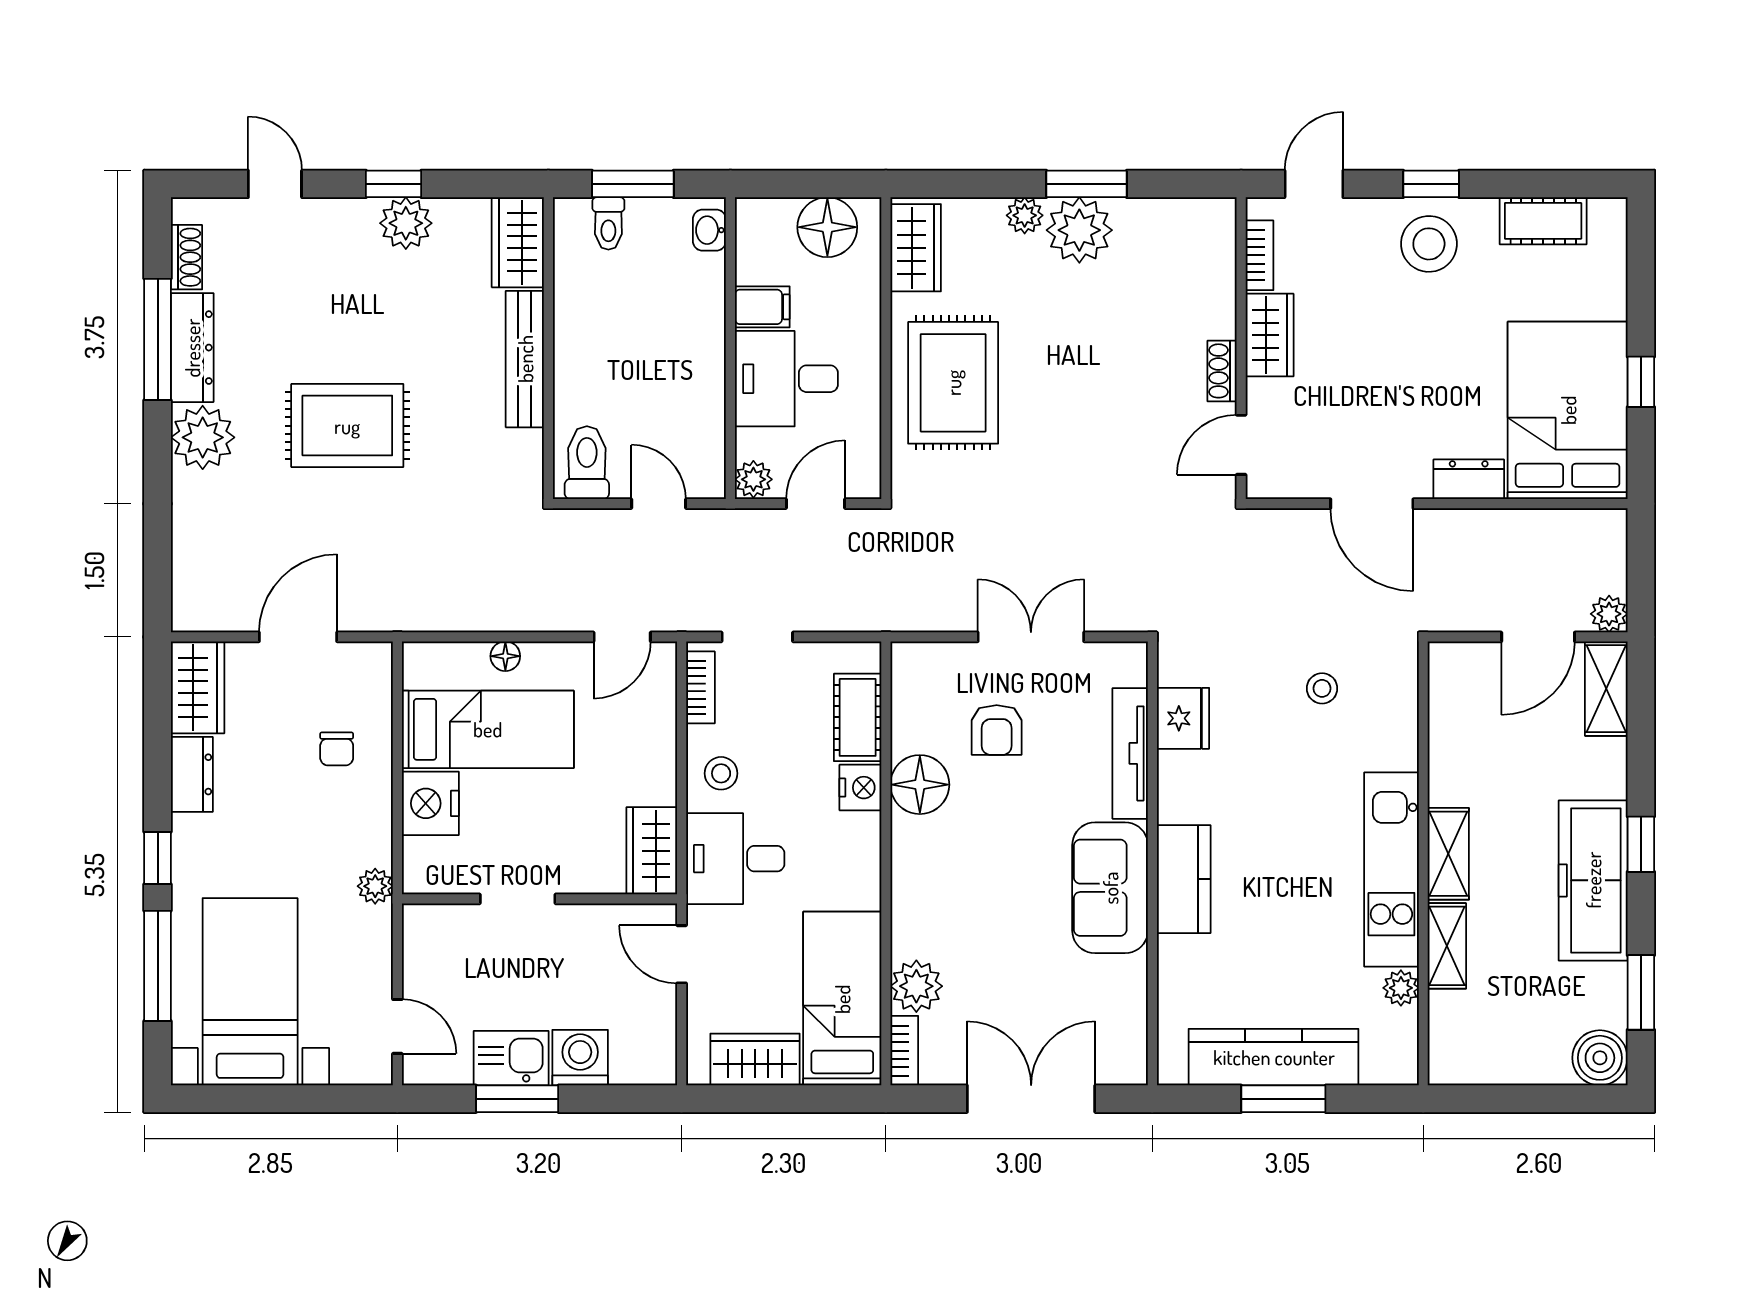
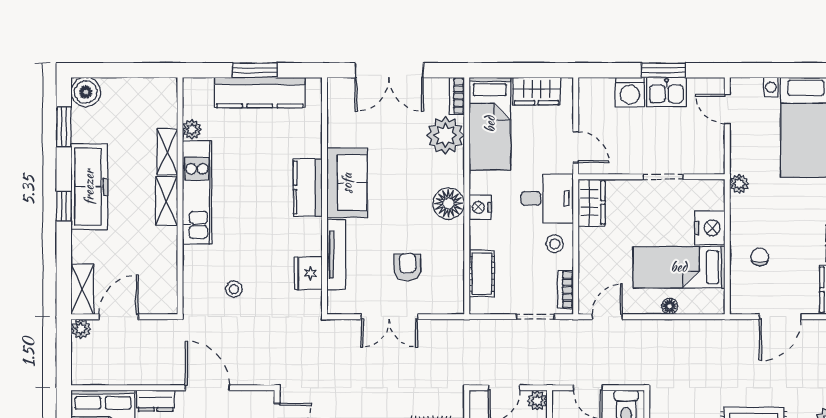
floor lamp: (920, 785) -> (449, 204), moved
nightstand: (860, 788) -> (480, 207), moved
plant: (916, 986) -> (445, 135), width x1.36, depth x1.36

